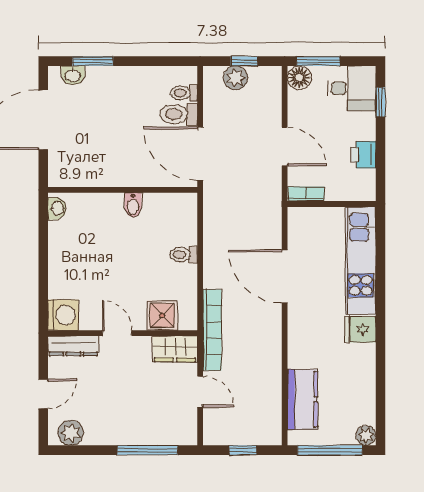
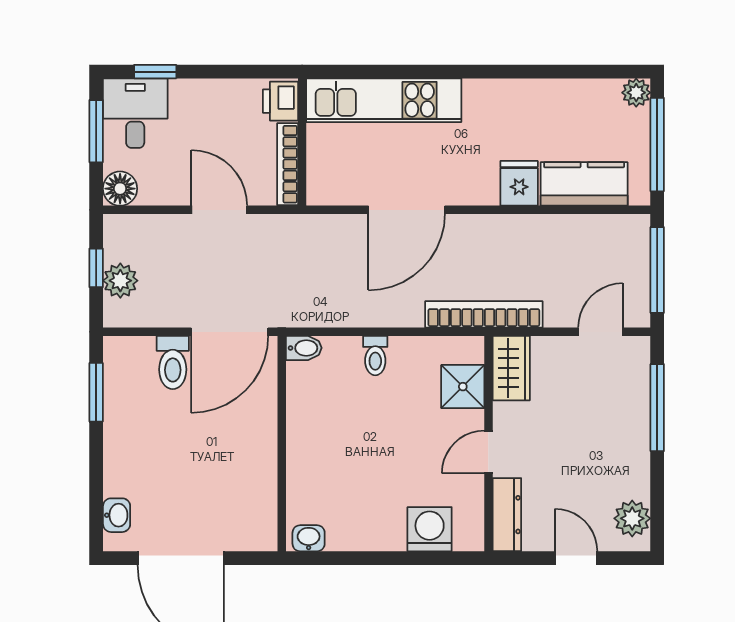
window: (93, 61) -> (96, 392), moved
window: (318, 61) -> (96, 131), moved
toilet: (184, 93) -> (142, 355), removed
door: (285, 147) -> (219, 210), hinge flipped
printer: (364, 155) -> (280, 101), moved, turned 90
bookcase: (306, 194) -> (288, 164), width x1.56
bidet: (133, 205) -> (304, 348), moved
washing machine: (63, 315) -> (430, 529), moved
fridge: (360, 329) -> (519, 183), moved, turned 180
door: (200, 392) -> (600, 332), moved
window: (243, 450) -> (657, 270), width x2.17

